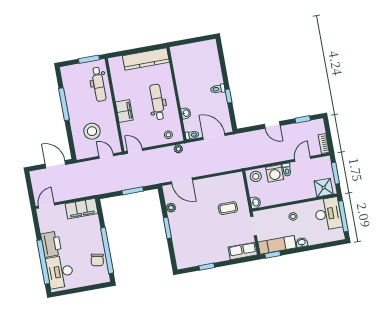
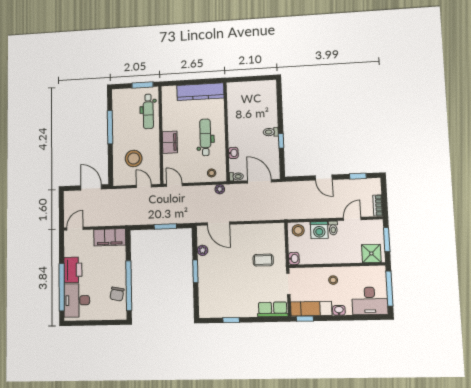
desk: (328, 214) -> (370, 301), moved, turned 90

